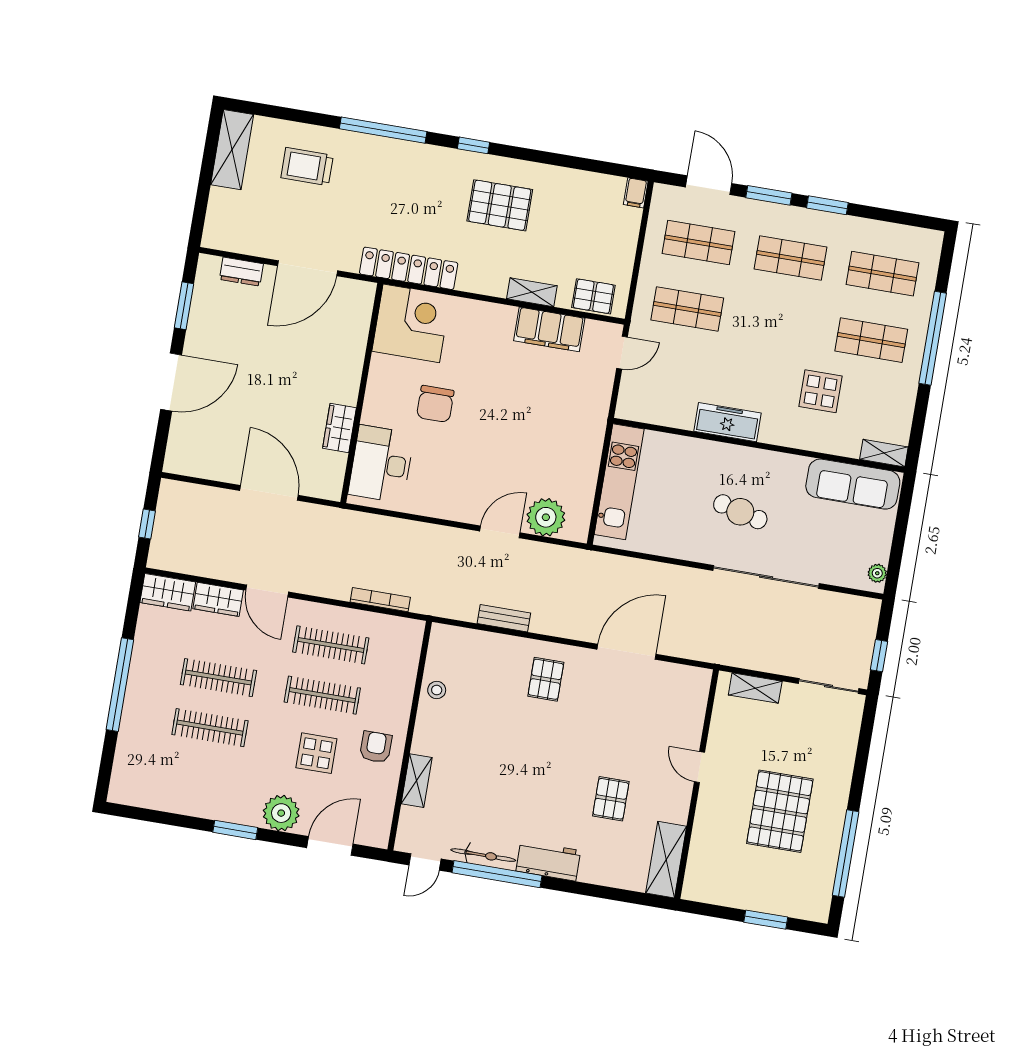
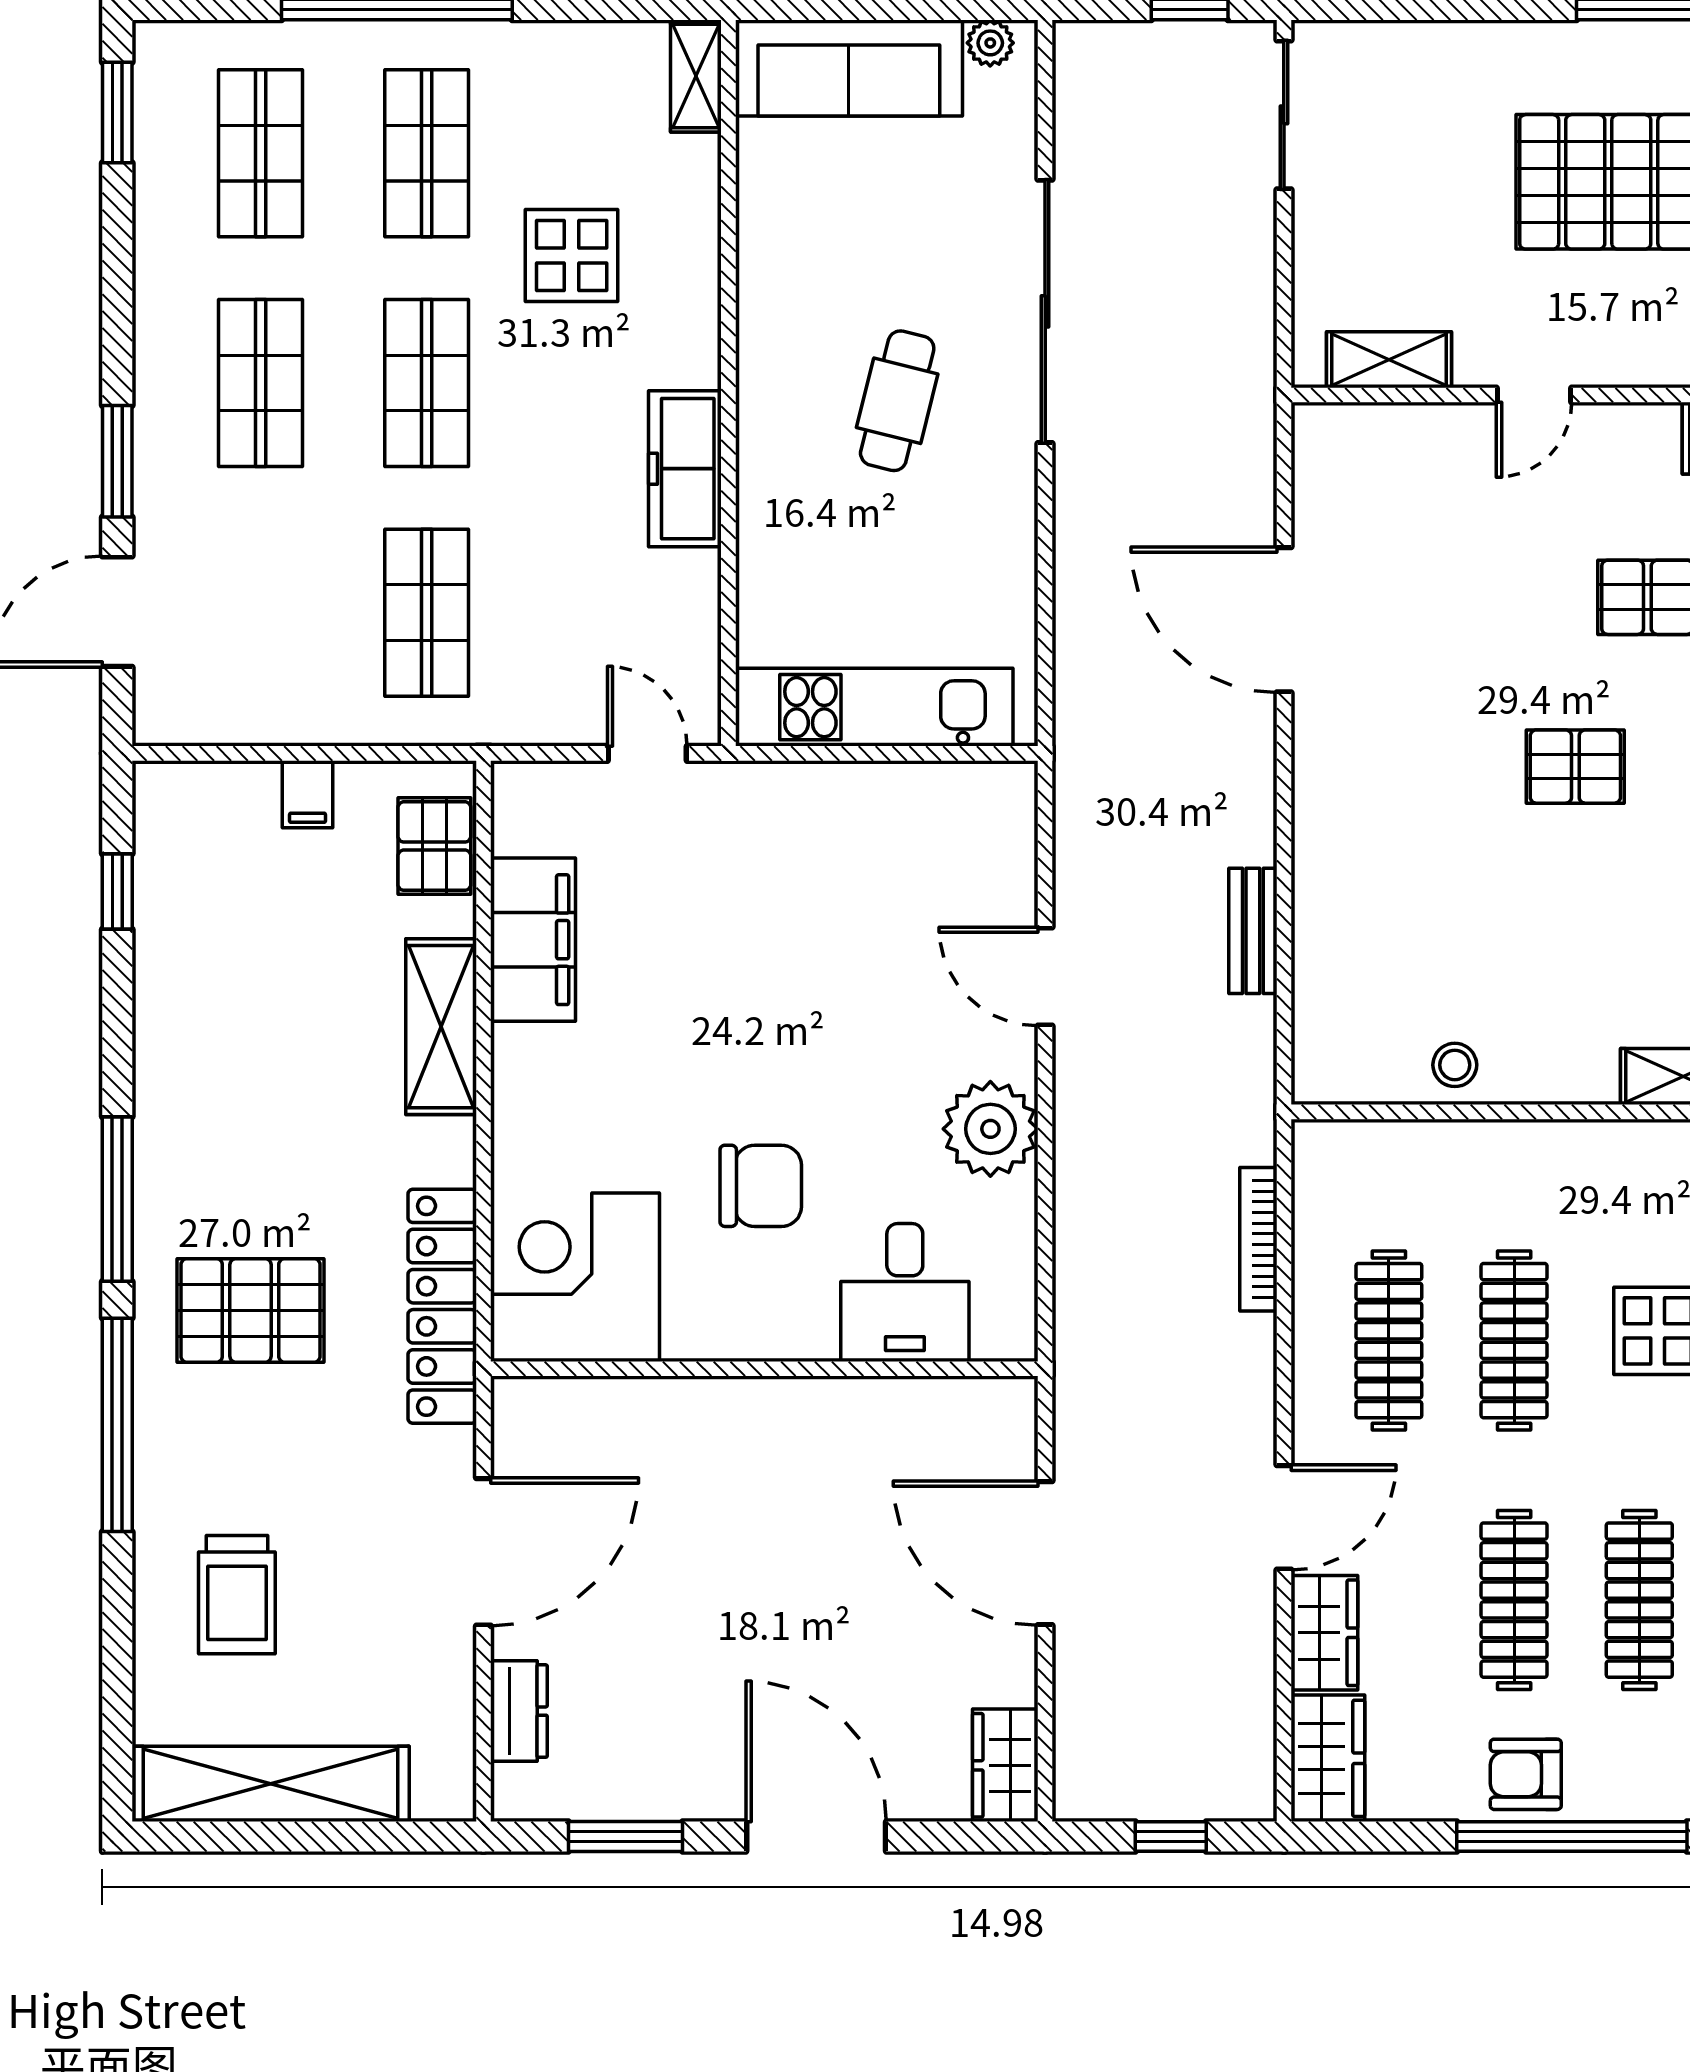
window: (474, 145) -> (117, 1199), width x2.17
shelving: (232, 150) -> (271, 1784), width x1.47
window: (597, 166) -> (117, 892), added
filing cabinet: (636, 193) -> (308, 794), moved, turned 90
pallet: (500, 205) -> (251, 1310), moved, turned 90
window: (827, 205) -> (117, 112), moved
shop shelf: (699, 243) -> (427, 383), moved
door: (308, 268) -> (483, 1552), hinge flipped
shelving: (532, 292) -> (441, 1027), width x1.50, depth x1.33
door: (622, 353) -> (647, 753), moved
wardrobe: (339, 428) -> (1005, 1765), moved, turned 90
desk: (381, 464) -> (905, 1293), width x0.73
sofa: (853, 484) -> (849, 68), moved, turned 90
door: (269, 493) -> (1045, 1553), hinge flipped
plant: (546, 517) -> (990, 1129), moved
pallet: (546, 679) -> (1575, 767), moved
shelving: (755, 688) -> (1389, 360), moved, turned 90
armchair: (376, 747) -> (1526, 1774), moved

